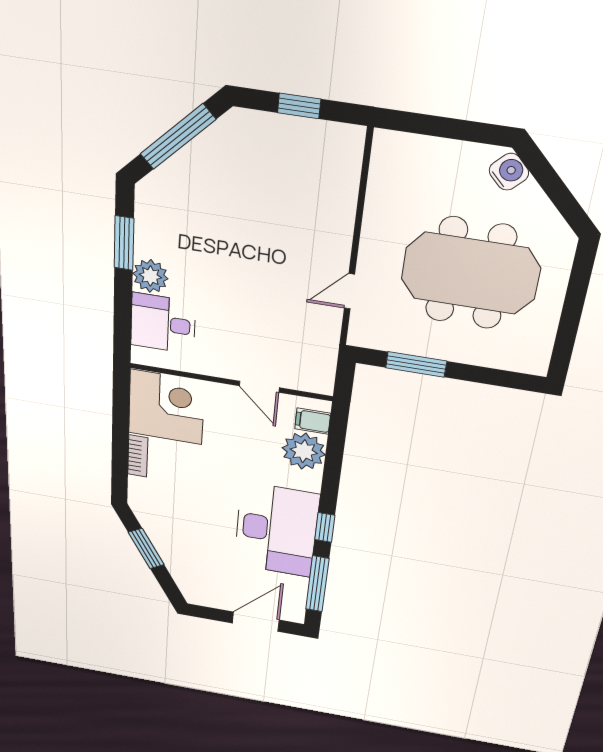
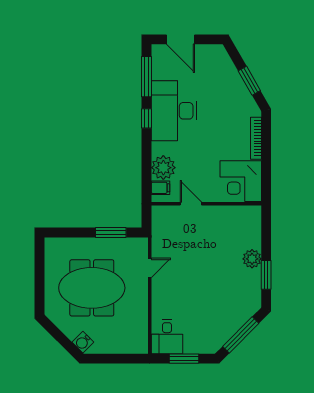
window: (299, 106) -> (184, 359), width x1.50
desk: (163, 324) -> (167, 337), moved, turned 90
bookcase: (138, 456) -> (256, 138), width x1.56
door: (256, 622) -> (180, 39), hinge flipped

